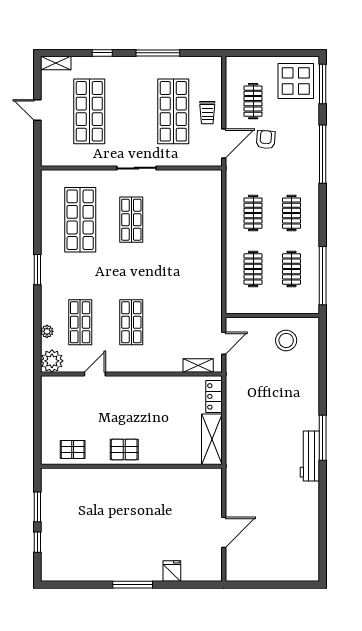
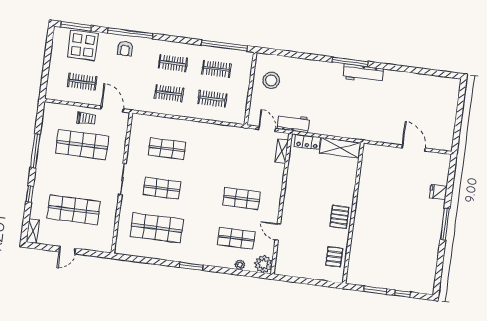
display table: (296, 81) -> (83, 45), moved
armchair: (266, 140) -> (125, 48), moved, turned -94
shop shelf: (182, 220) -> (167, 149), added
workbench: (235, 376) -> (293, 123), added

